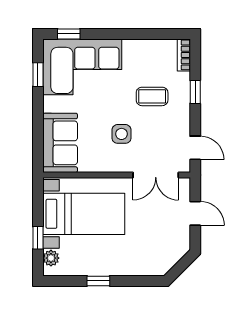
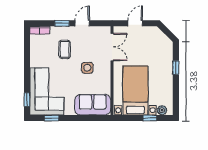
door: (195, 148) -> (82, 23), moved
window: (98, 281) -> (176, 68), moved

